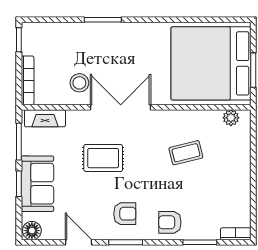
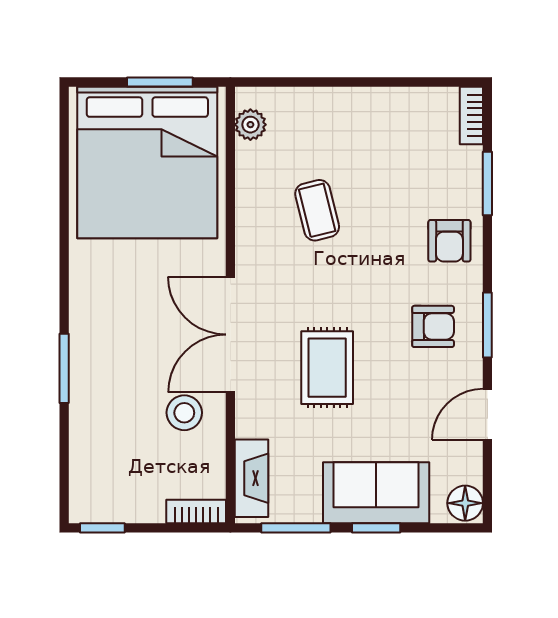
bookcase: (28, 80) -> (196, 511), width x0.64
armchair: (125, 214) -> (433, 326), turned 90

